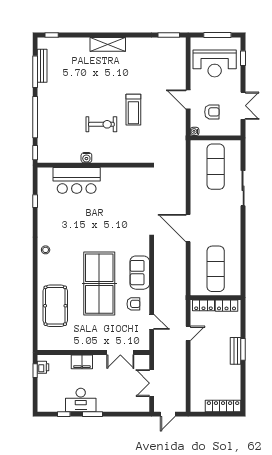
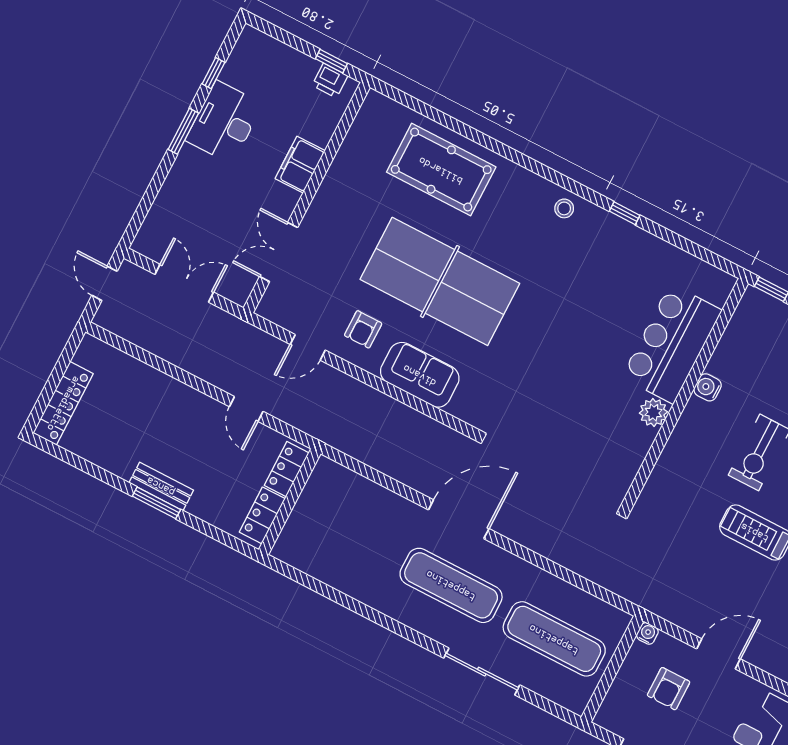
plant: (107, 174) -> (653, 412), added
window: (35, 201) -> (625, 213), moved
exercise mat: (216, 269) -> (451, 585), moved

